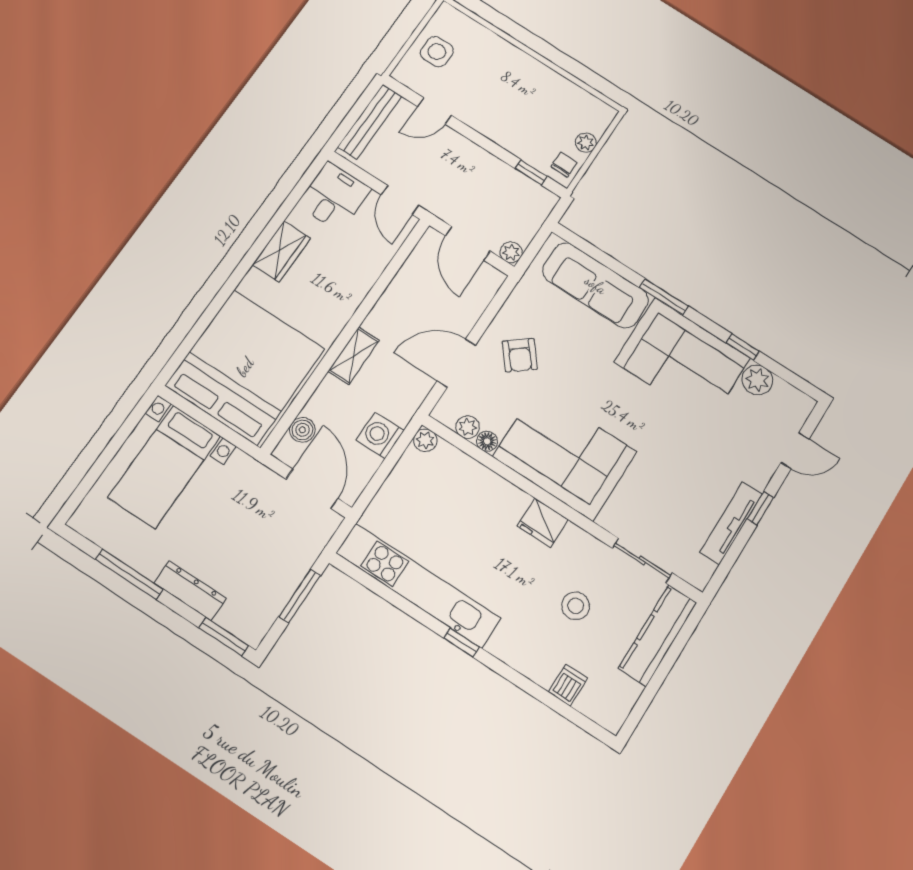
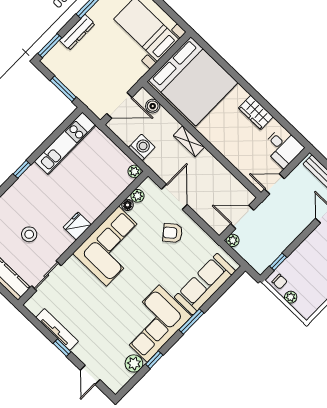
kitchen unit: (418, 586) -> (65, 143), width x0.73

